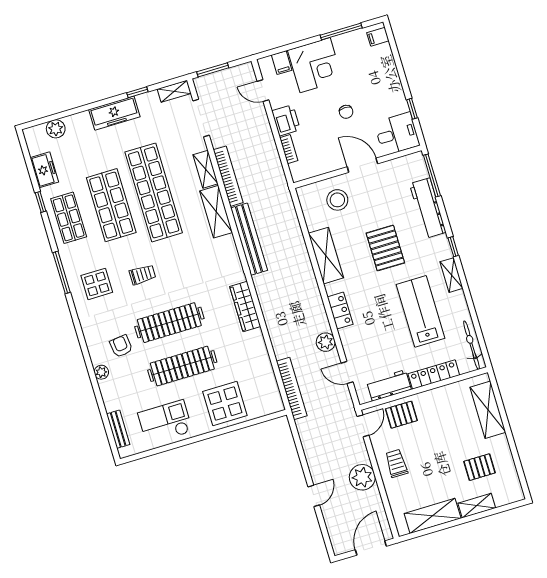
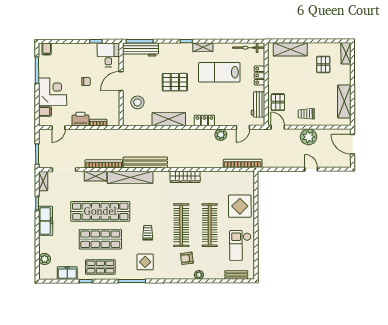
workbench: (428, 208) -> (141, 50), moved
shelving: (216, 212) -> (130, 177), width x1.47
locker: (434, 375) -> (260, 75), width x0.66
shelving: (477, 506) -> (346, 53), moved

